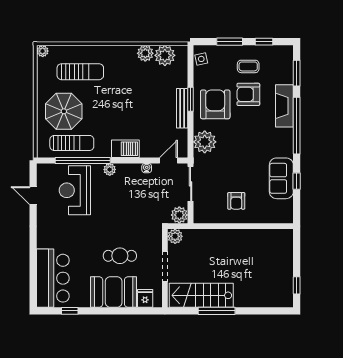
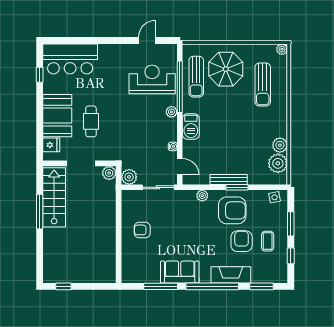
plant: (205, 142) -> (202, 196), width x0.53, depth x0.53
sofa: (281, 178) -> (180, 272), moved
window: (297, 181) -> (161, 286), width x2.17

